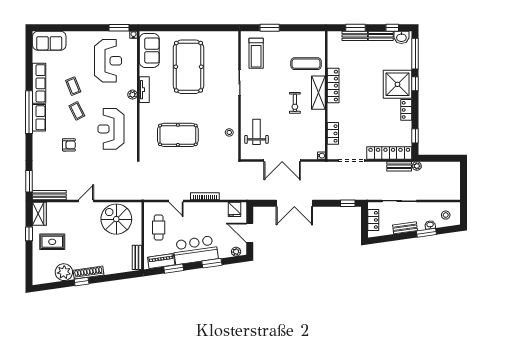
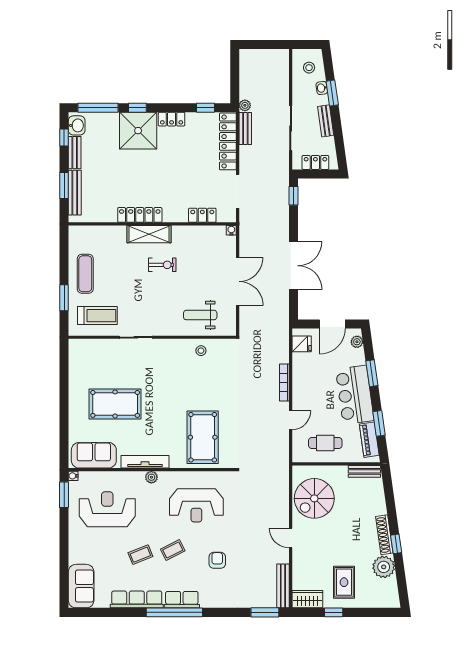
bench: (355, 36) -> (75, 193), width x1.36
exercise mat: (306, 64) -> (85, 274), moved
pool table: (189, 67) -> (115, 404), width x0.73, depth x0.76
tv unit: (144, 90) -> (145, 462), width x1.41
pool table: (178, 135) -> (203, 437), moved

